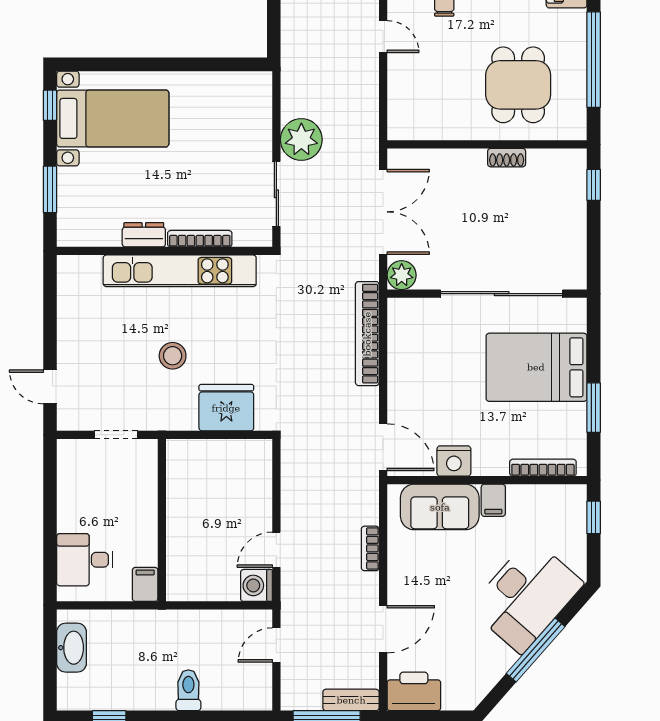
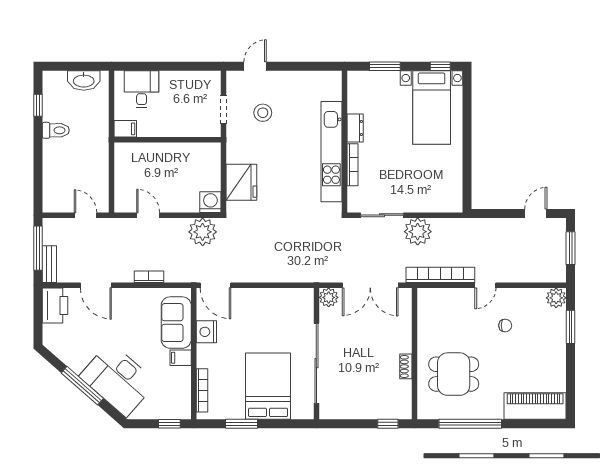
bookcase: (367, 334) -> (440, 275), moved
stool: (173, 356) -> (263, 113), moved
door: (383, 447) -> (215, 285), hinge flipped
plant: (302, 467) -> (203, 232), added
washing machine: (256, 585) -> (210, 202), moved
toilet: (188, 690) -> (56, 130), moved

